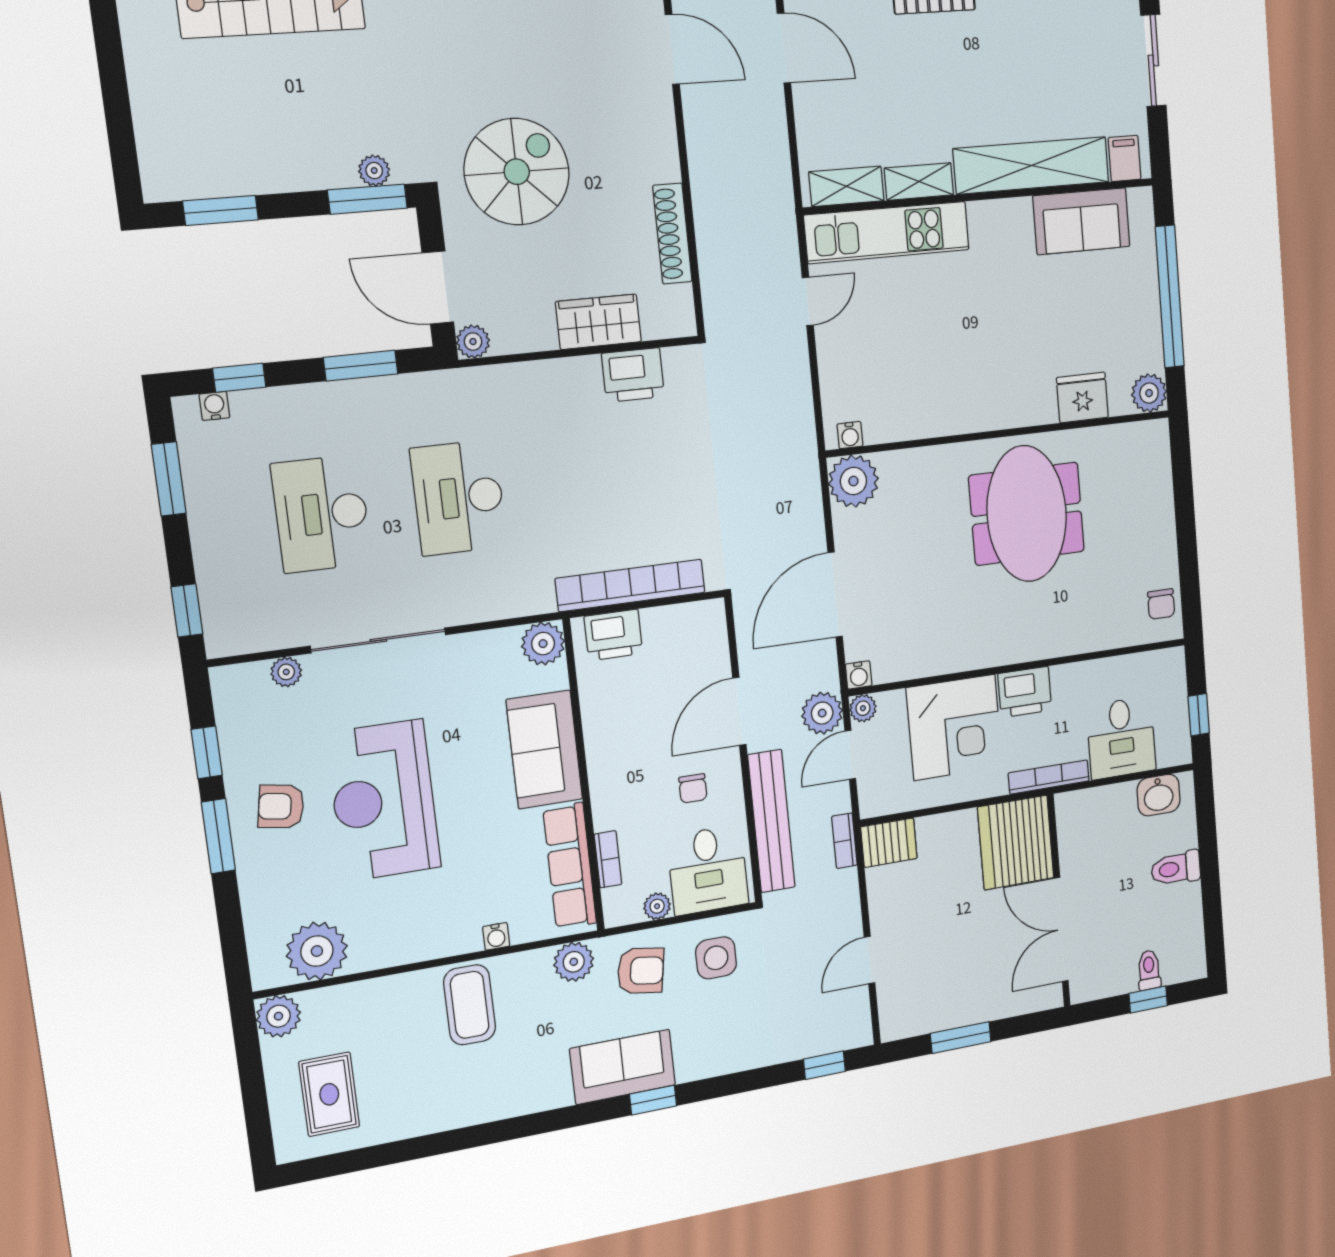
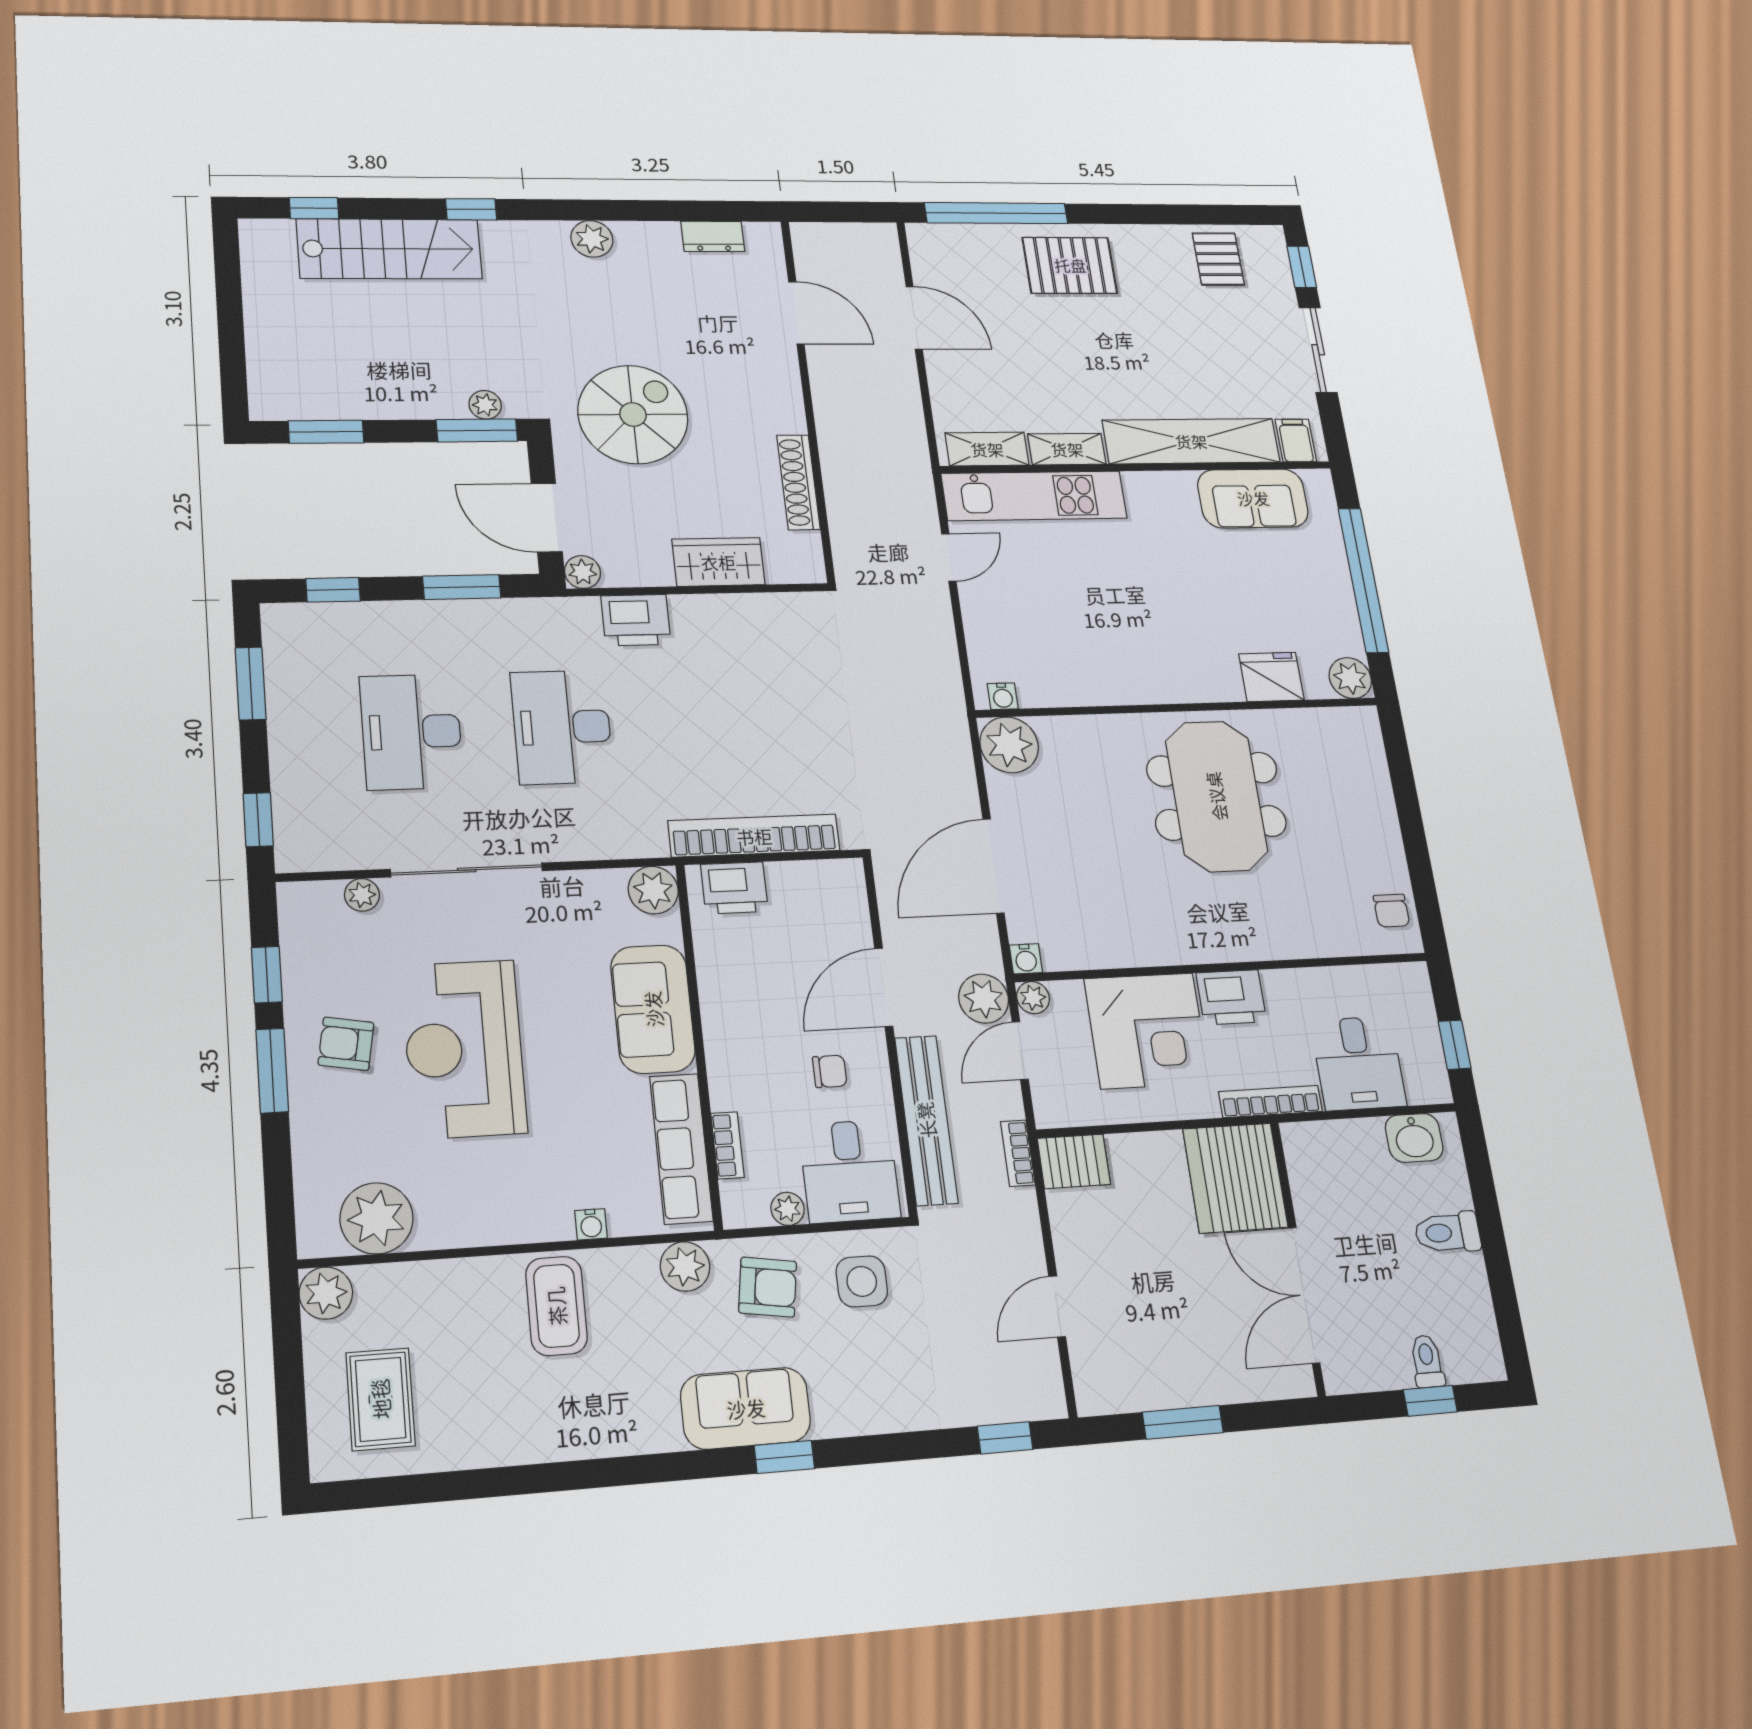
printer: (633, 375) -> (636, 620), moved
water cooler: (214, 406) -> (305, 615), removed
chair: (693, 788) -> (830, 1071), turned -90

